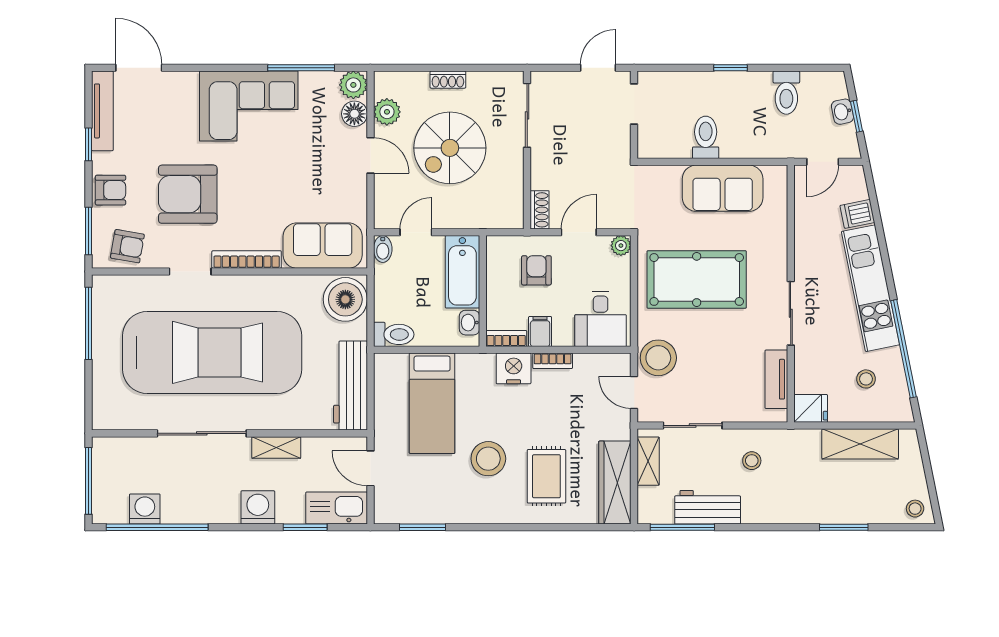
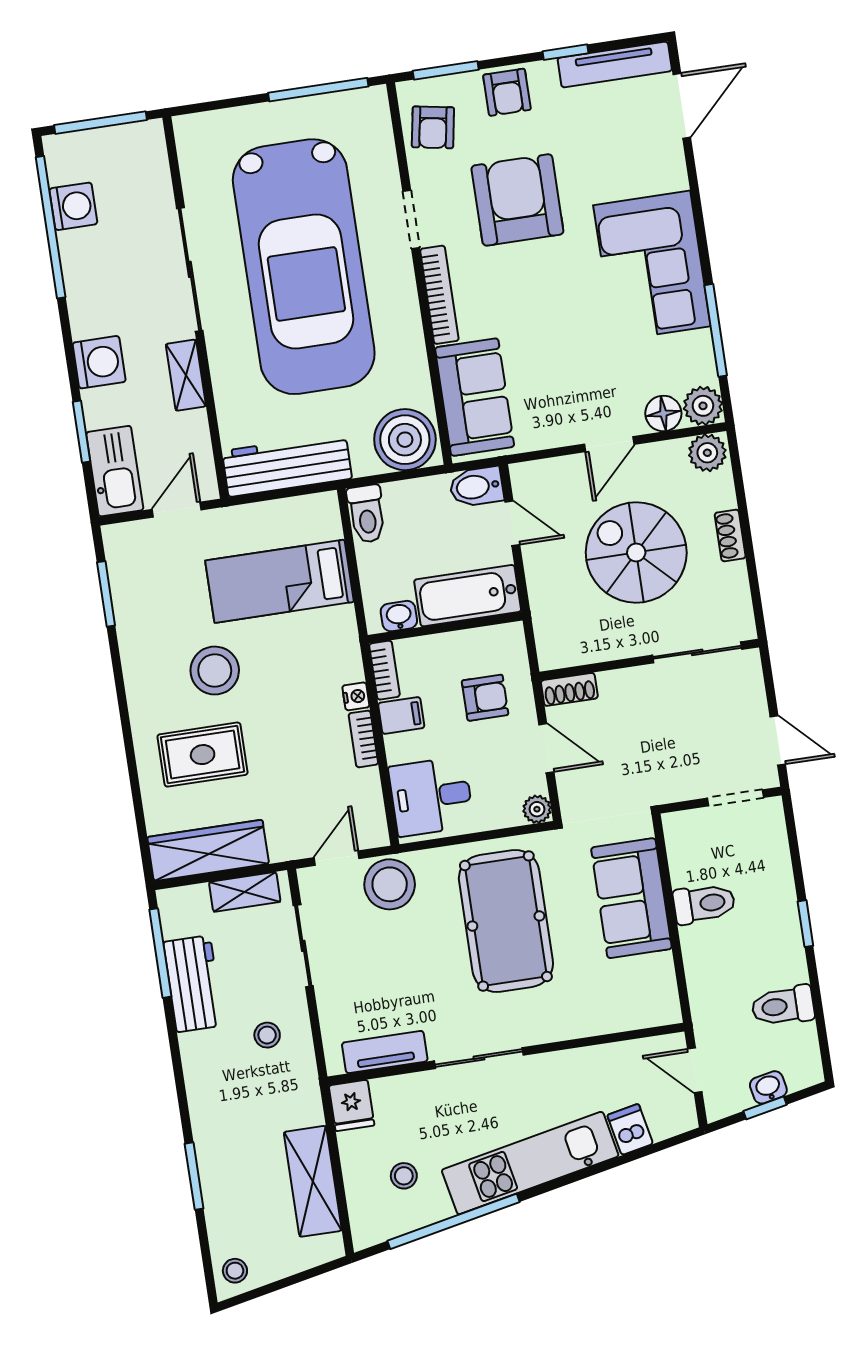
plant: (387, 112) -> (707, 453), moved
sofa: (723, 188) -> (631, 898), moved
bidet: (383, 249) -> (476, 487), width x1.38, depth x1.36
nightstand: (514, 368) -> (356, 696), width x0.53, depth x0.56

